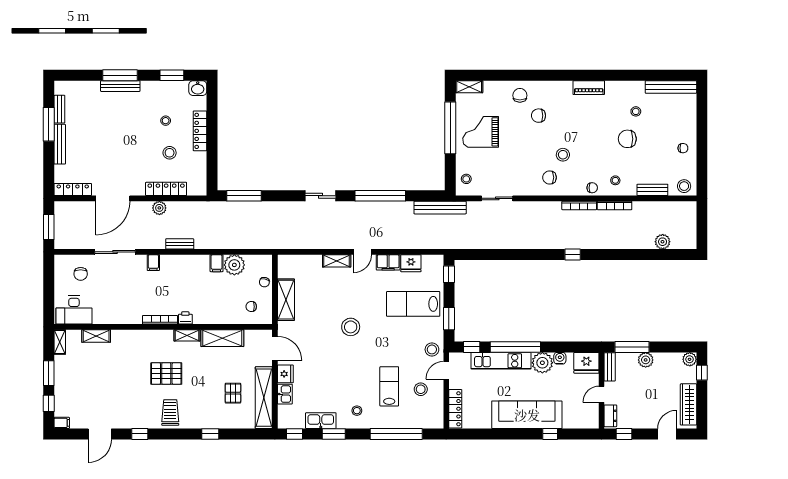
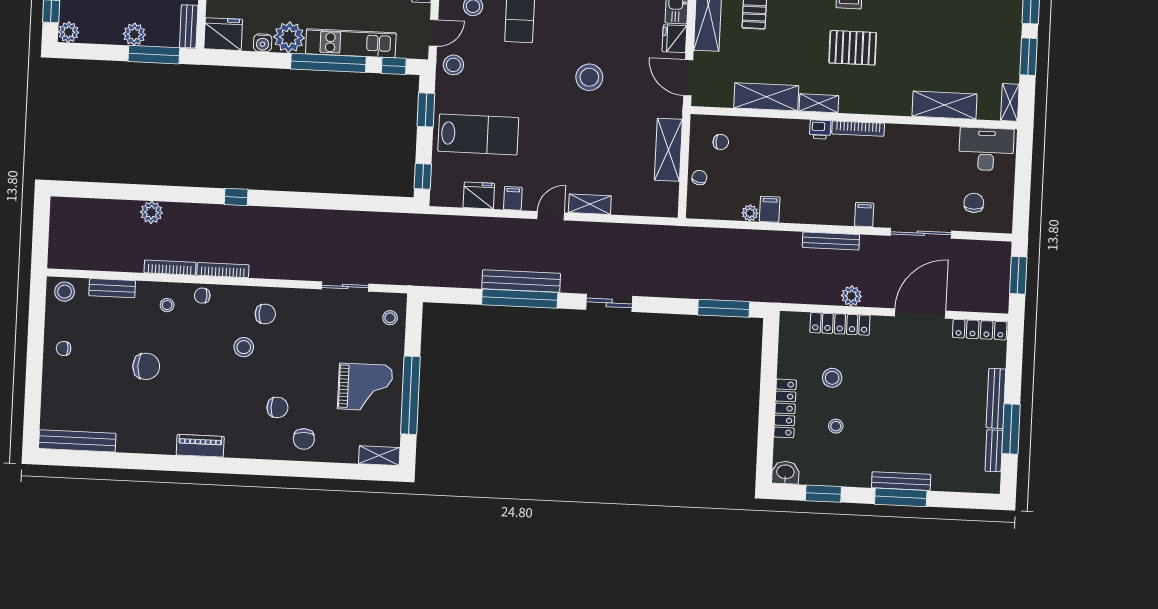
stool: (636, 111) -> (132, 407), removed
bench: (440, 208) -> (521, 281), moved
plant: (663, 242) -> (151, 212), moved
bench: (180, 244) -> (831, 241), width x1.36
filing cabinet: (388, 262) -> (513, 198), width x0.50
plant: (234, 265) -> (750, 213), width x0.53, depth x0.53
stool: (351, 327) -> (589, 77), moved
shelving: (96, 336) -> (944, 105), width x1.50, depth x1.33

